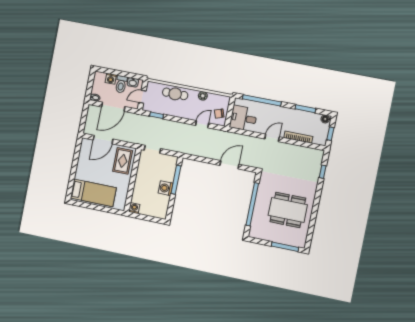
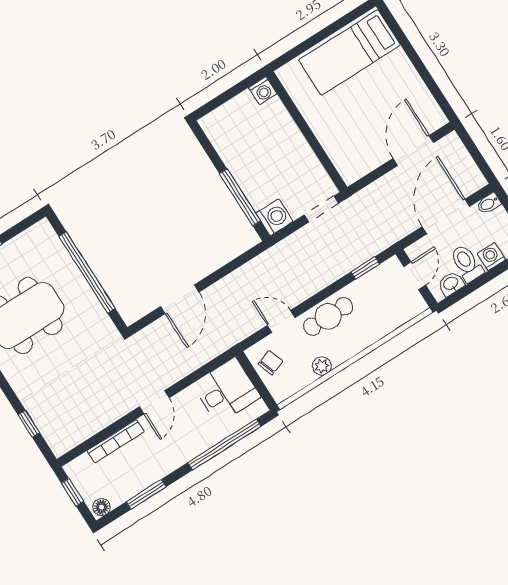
cafe table: (175, 94) -> (328, 316), moved
door: (202, 124) -> (281, 321), swing flipped
rug: (123, 161) -> (351, 147), removed
washing machine: (166, 188) -> (274, 217), moved

